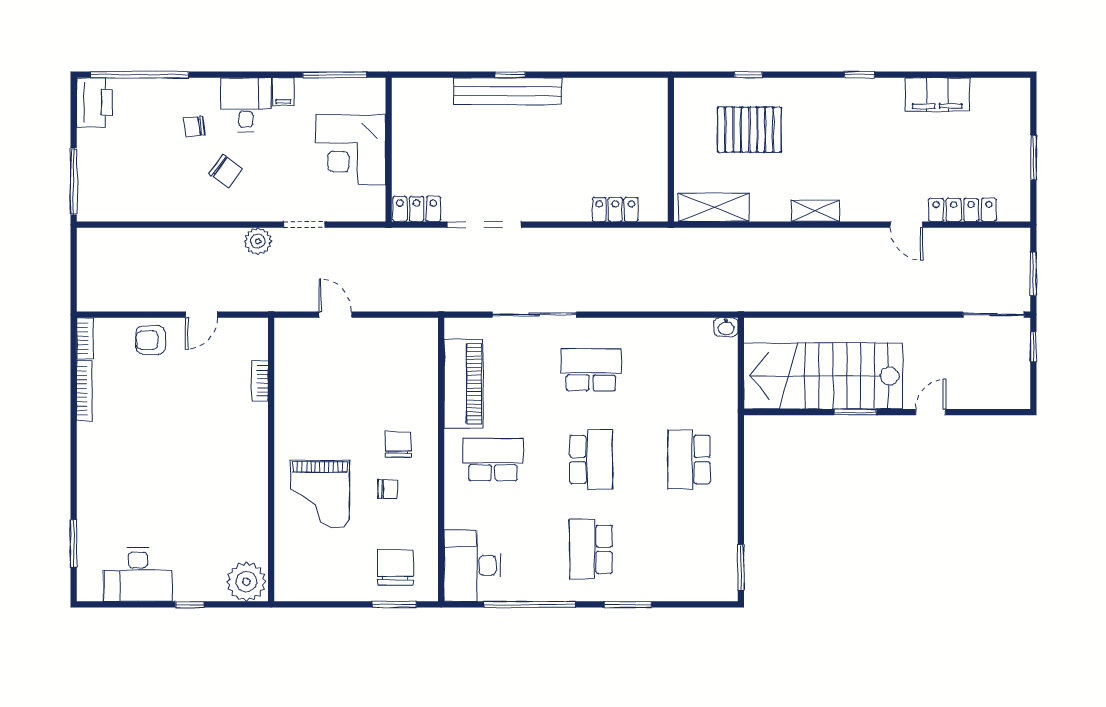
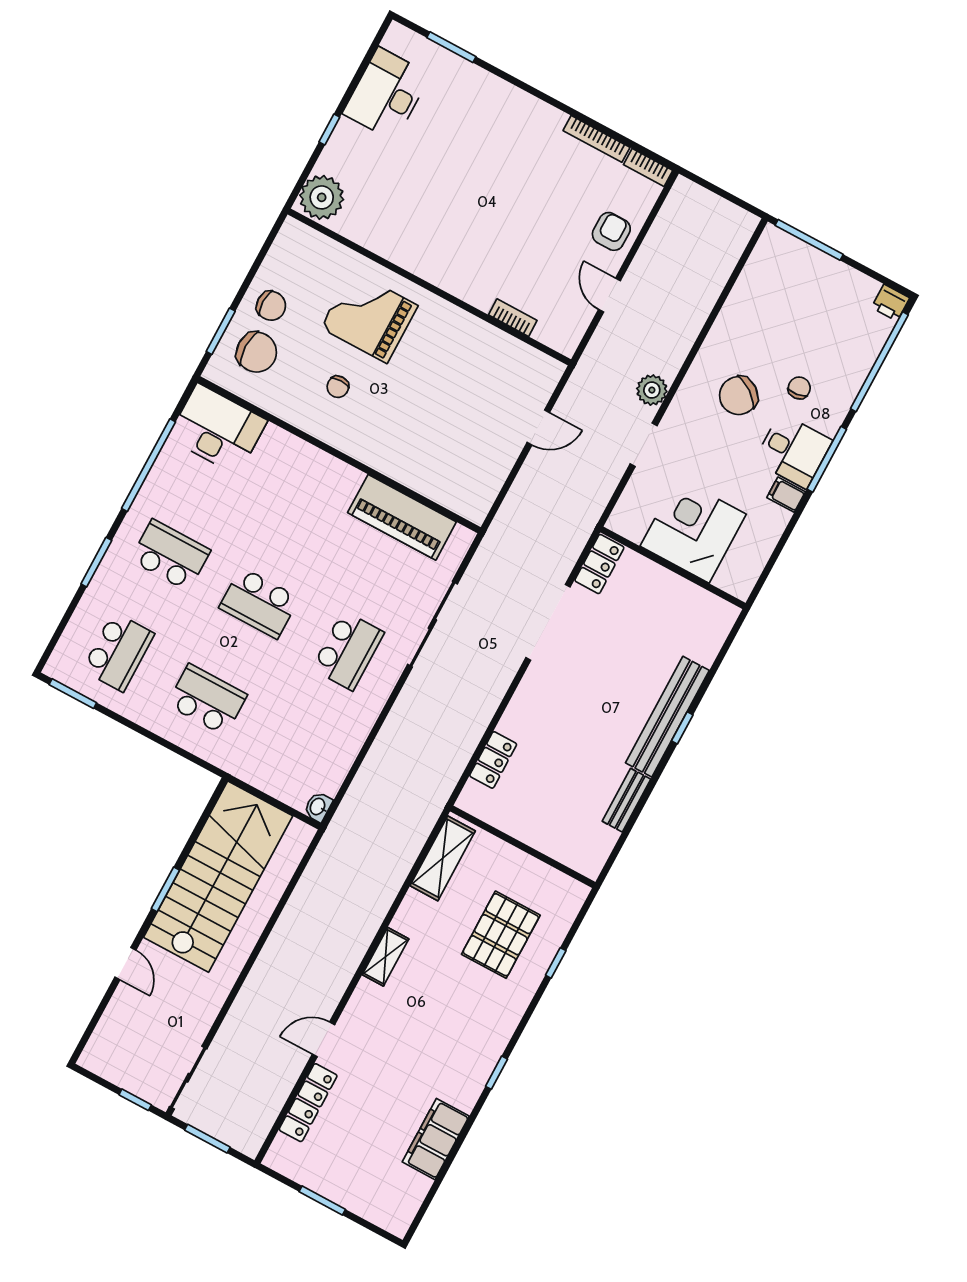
window: (335, 75) -> (827, 459), moved
bench: (591, 88) -> (626, 800), added
printer: (94, 102) -> (891, 303), width x0.53, depth x0.68
chair: (226, 171) -> (739, 396), width x1.37, depth x1.37
chair: (398, 444) -> (271, 306), moved
school desk: (493, 460) -> (118, 652), moved

